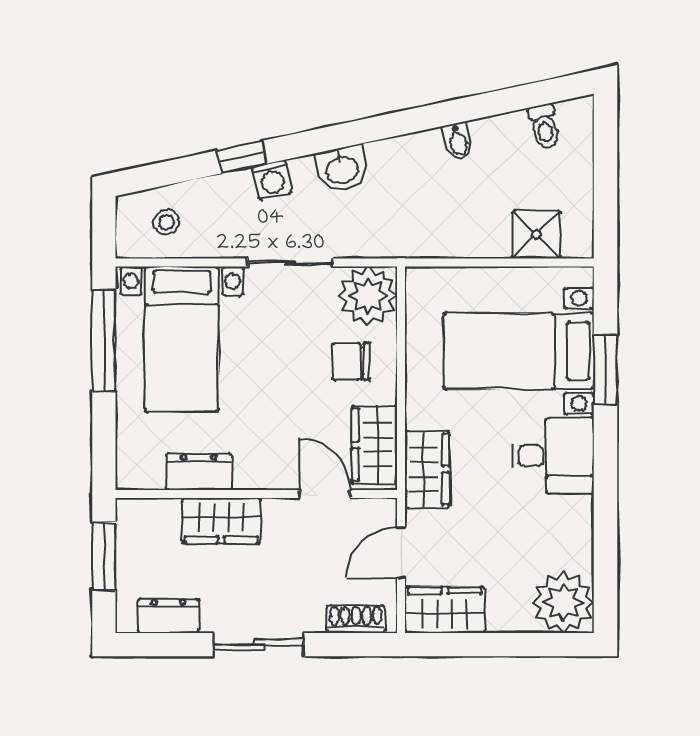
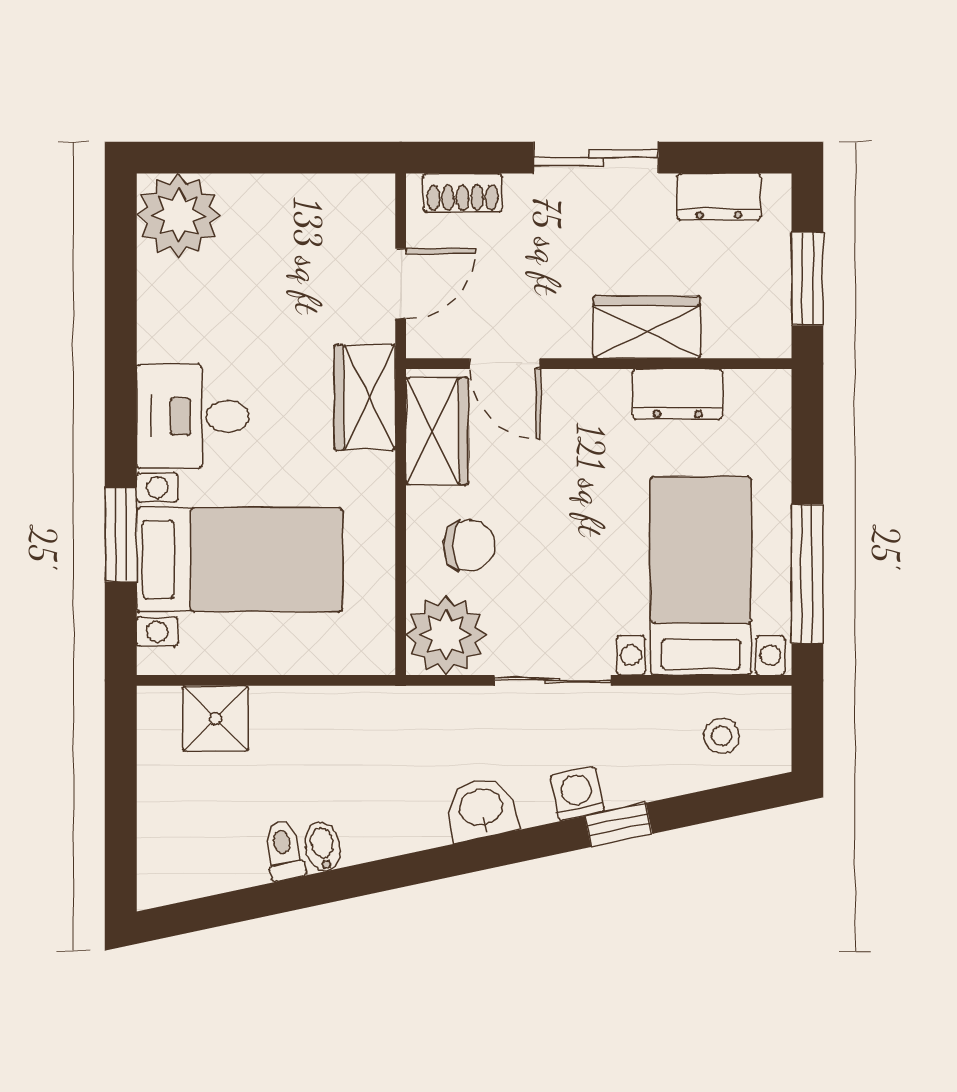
toilet: (544, 126) -> (284, 850), moved
wardrobe: (445, 610) -> (341, 205), removed

